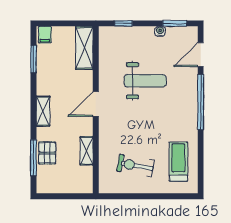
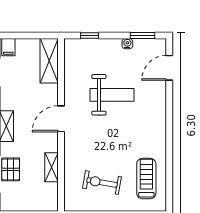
window: (201, 102) -> (169, 117), removed

